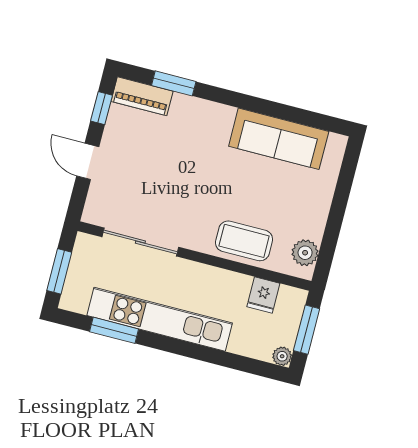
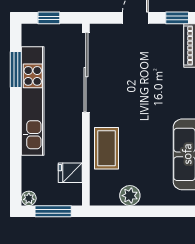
sliding door: (140, 242) -> (86, 72), width x1.36
plant: (305, 253) -> (130, 196), moved
window: (59, 271) -> (49, 18), width x0.67

